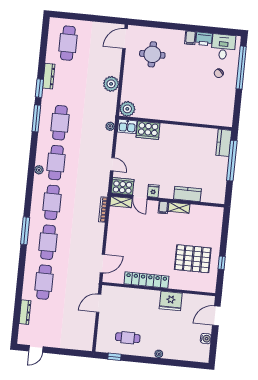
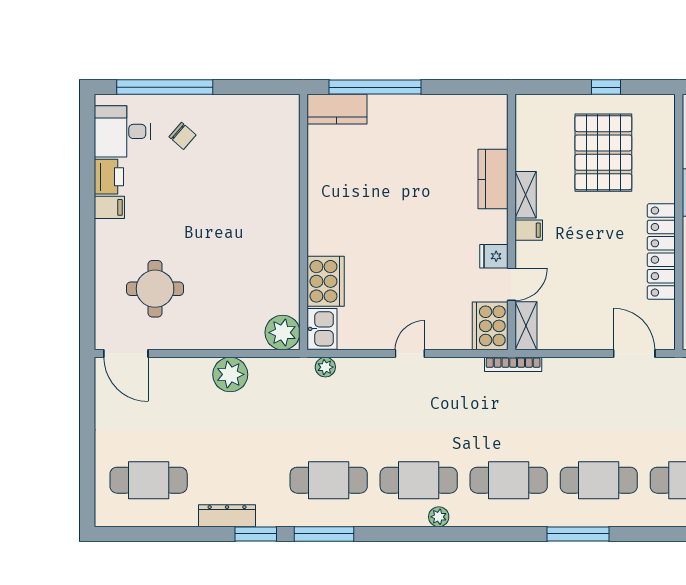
cooker: (123, 186) -> (490, 326), moved
fridge: (153, 191) -> (494, 256), moved
kitchen counter: (187, 194) -> (493, 179), moved
door: (140, 197) -> (511, 284), moved
wall: (168, 200) -> (511, 222), moved
shelving: (121, 202) -> (526, 326), moved
filing cabinet: (163, 207) -> (529, 230), moved
shelving: (179, 208) -> (526, 195), moved

